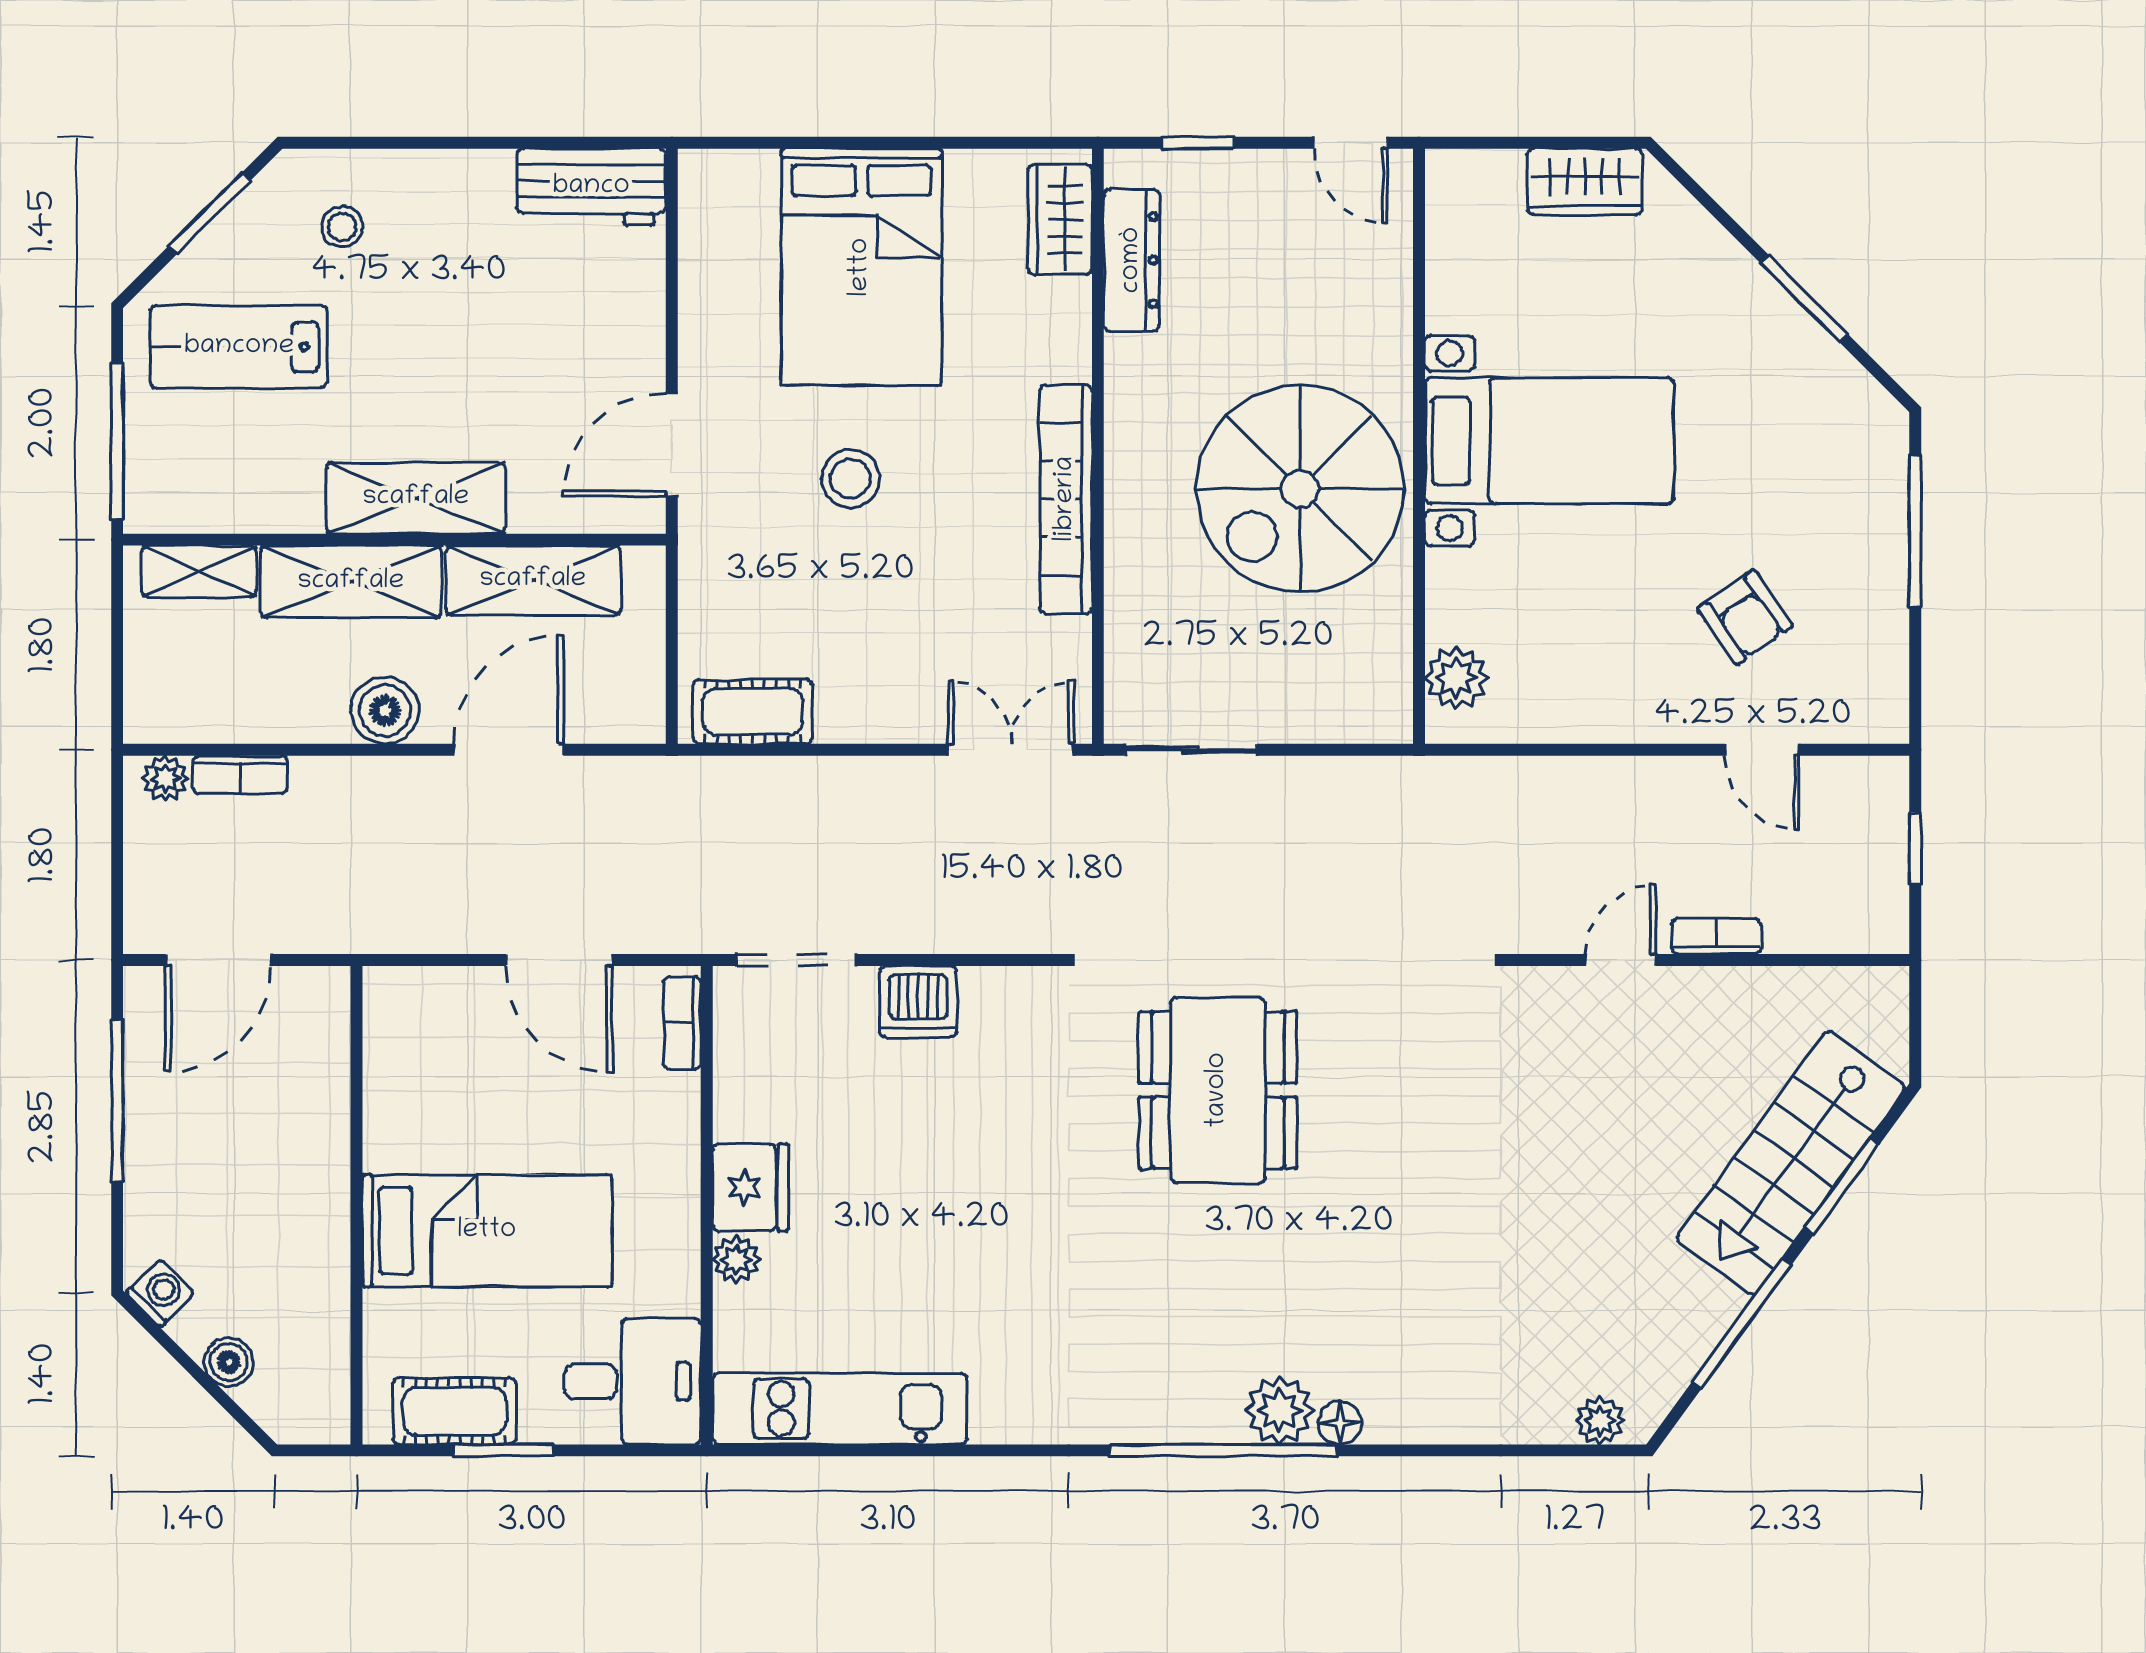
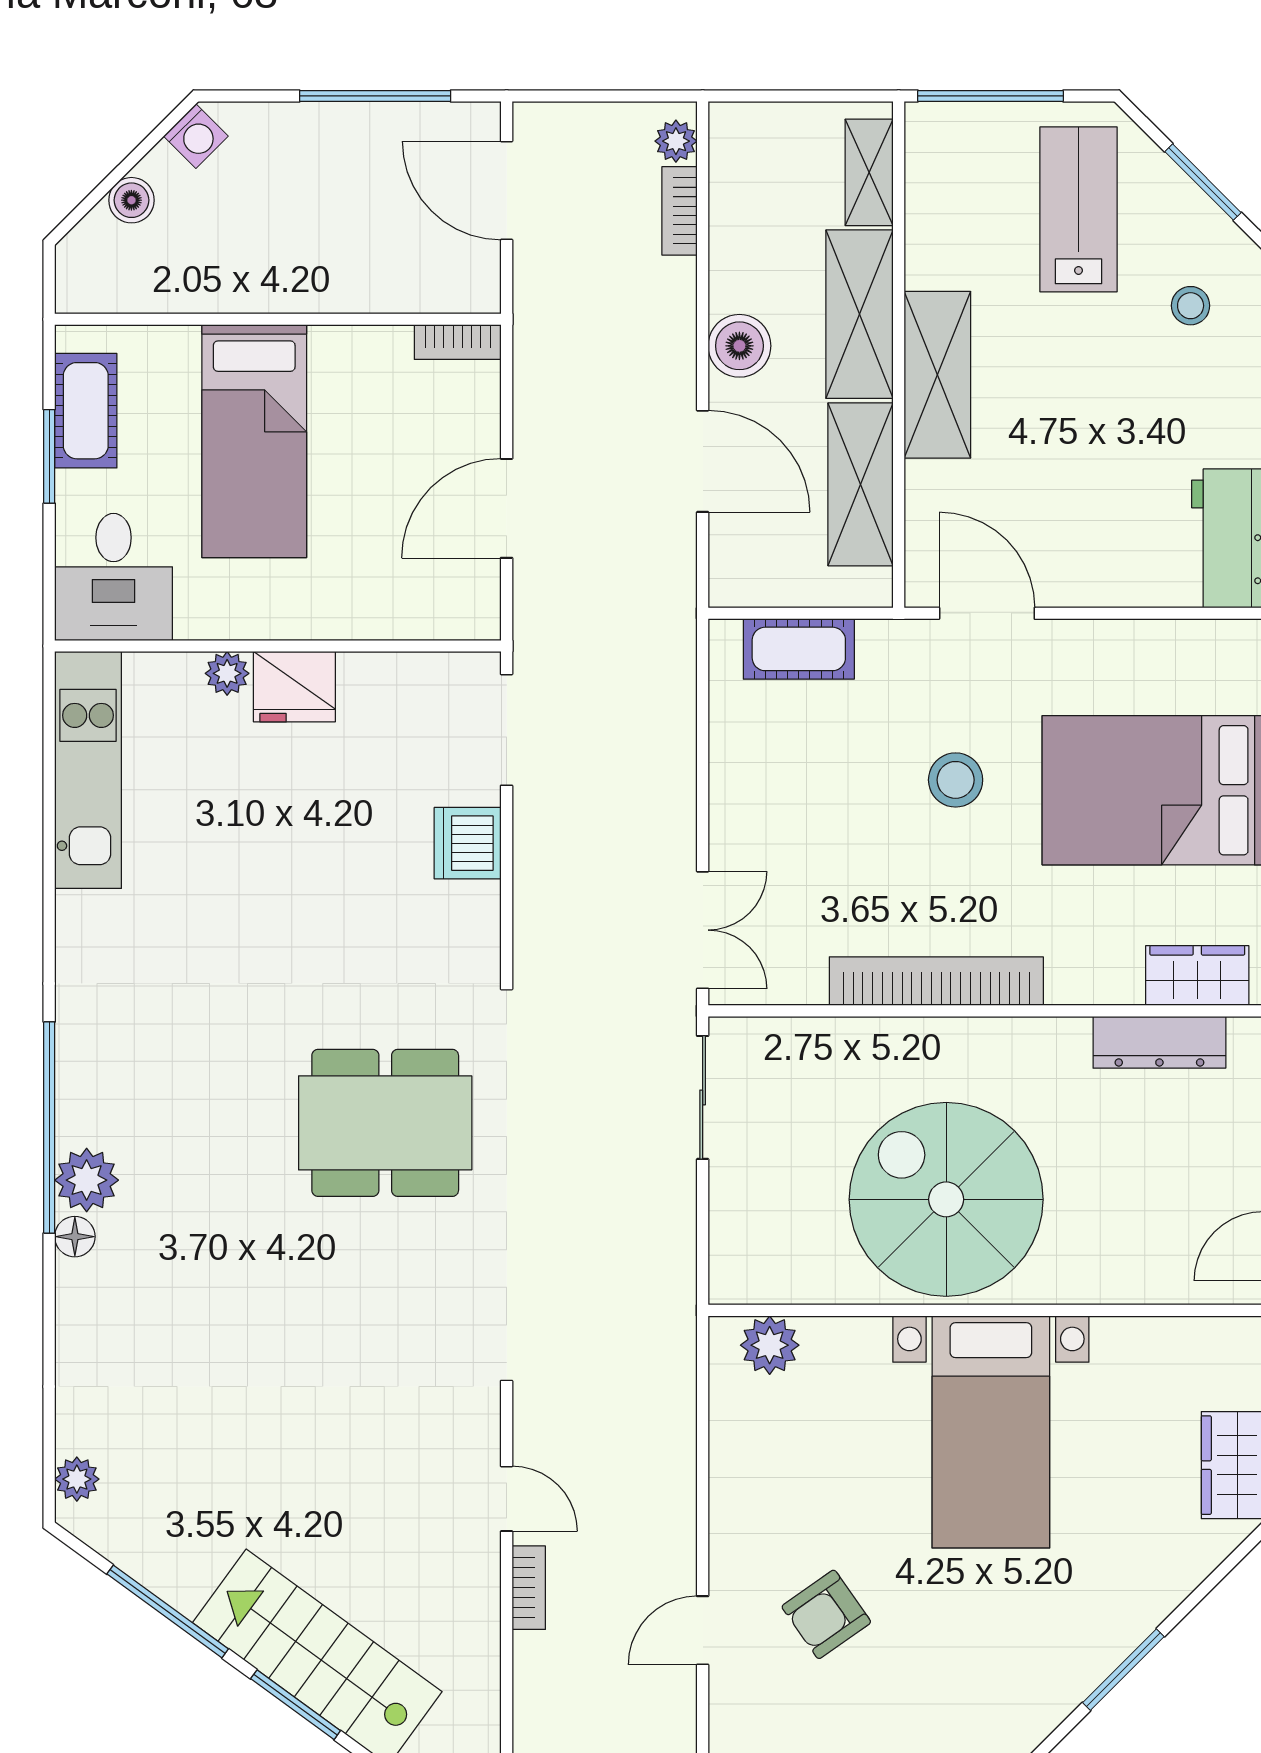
cot: (753, 712) -> (799, 649), moved, turned 90
bookcase: (682, 1023) -> (458, 342), moved, turned 180

